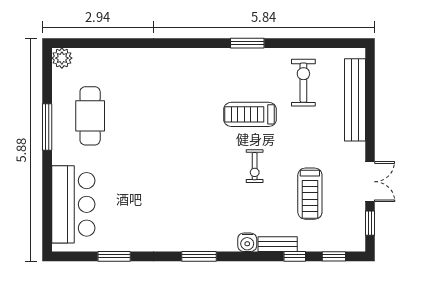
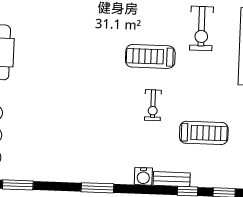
exercise bike: (303, 83) -> (202, 28), turned 180
treadmill: (310, 194) -> (204, 133), turned -90

